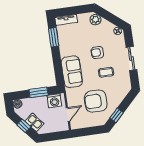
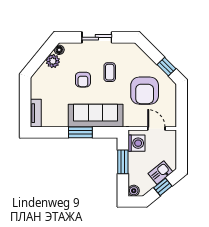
plant: (95, 20) -> (53, 61), moved
window: (54, 37) -> (80, 132), moved
sofa: (72, 72) -> (96, 116), width x1.36

